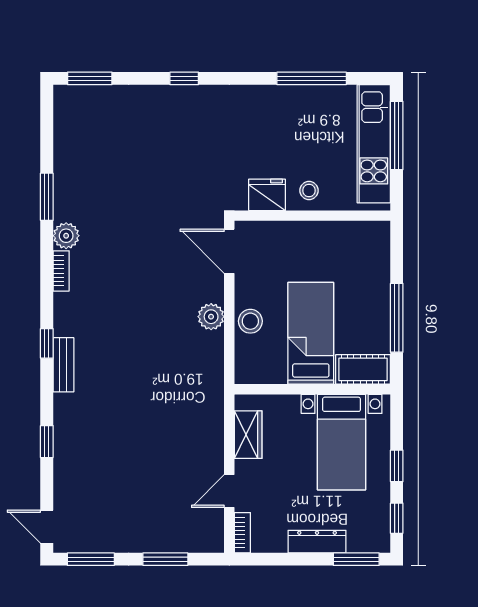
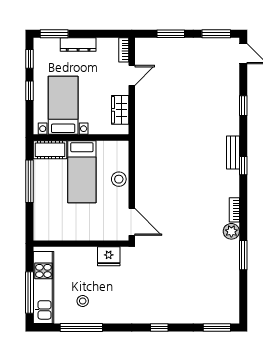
stool: (309, 191) -> (83, 301), moved
plant: (211, 317) -> (143, 182), removed

